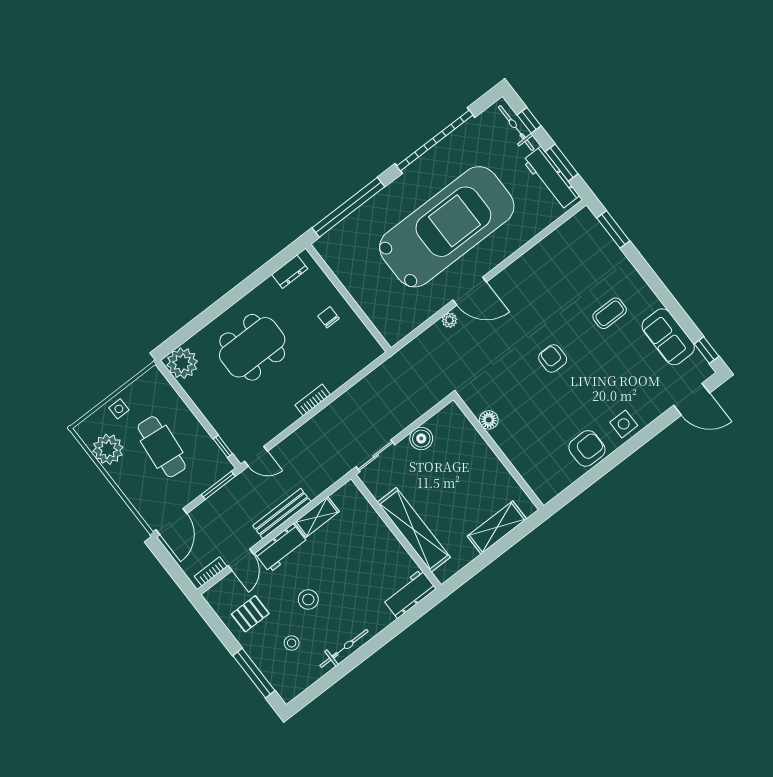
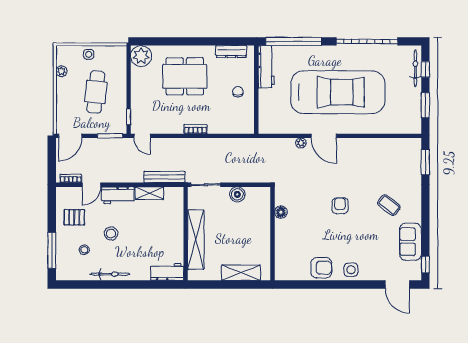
workbench: (551, 178) -> (266, 67), moved, turned 180
dresser: (290, 272) -> (231, 52), width x1.44
coffee table: (610, 313) -> (389, 205), turned 38
plant: (108, 449) -> (61, 71), width x0.53, depth x0.53
bench: (282, 514) -> (164, 177), moved

